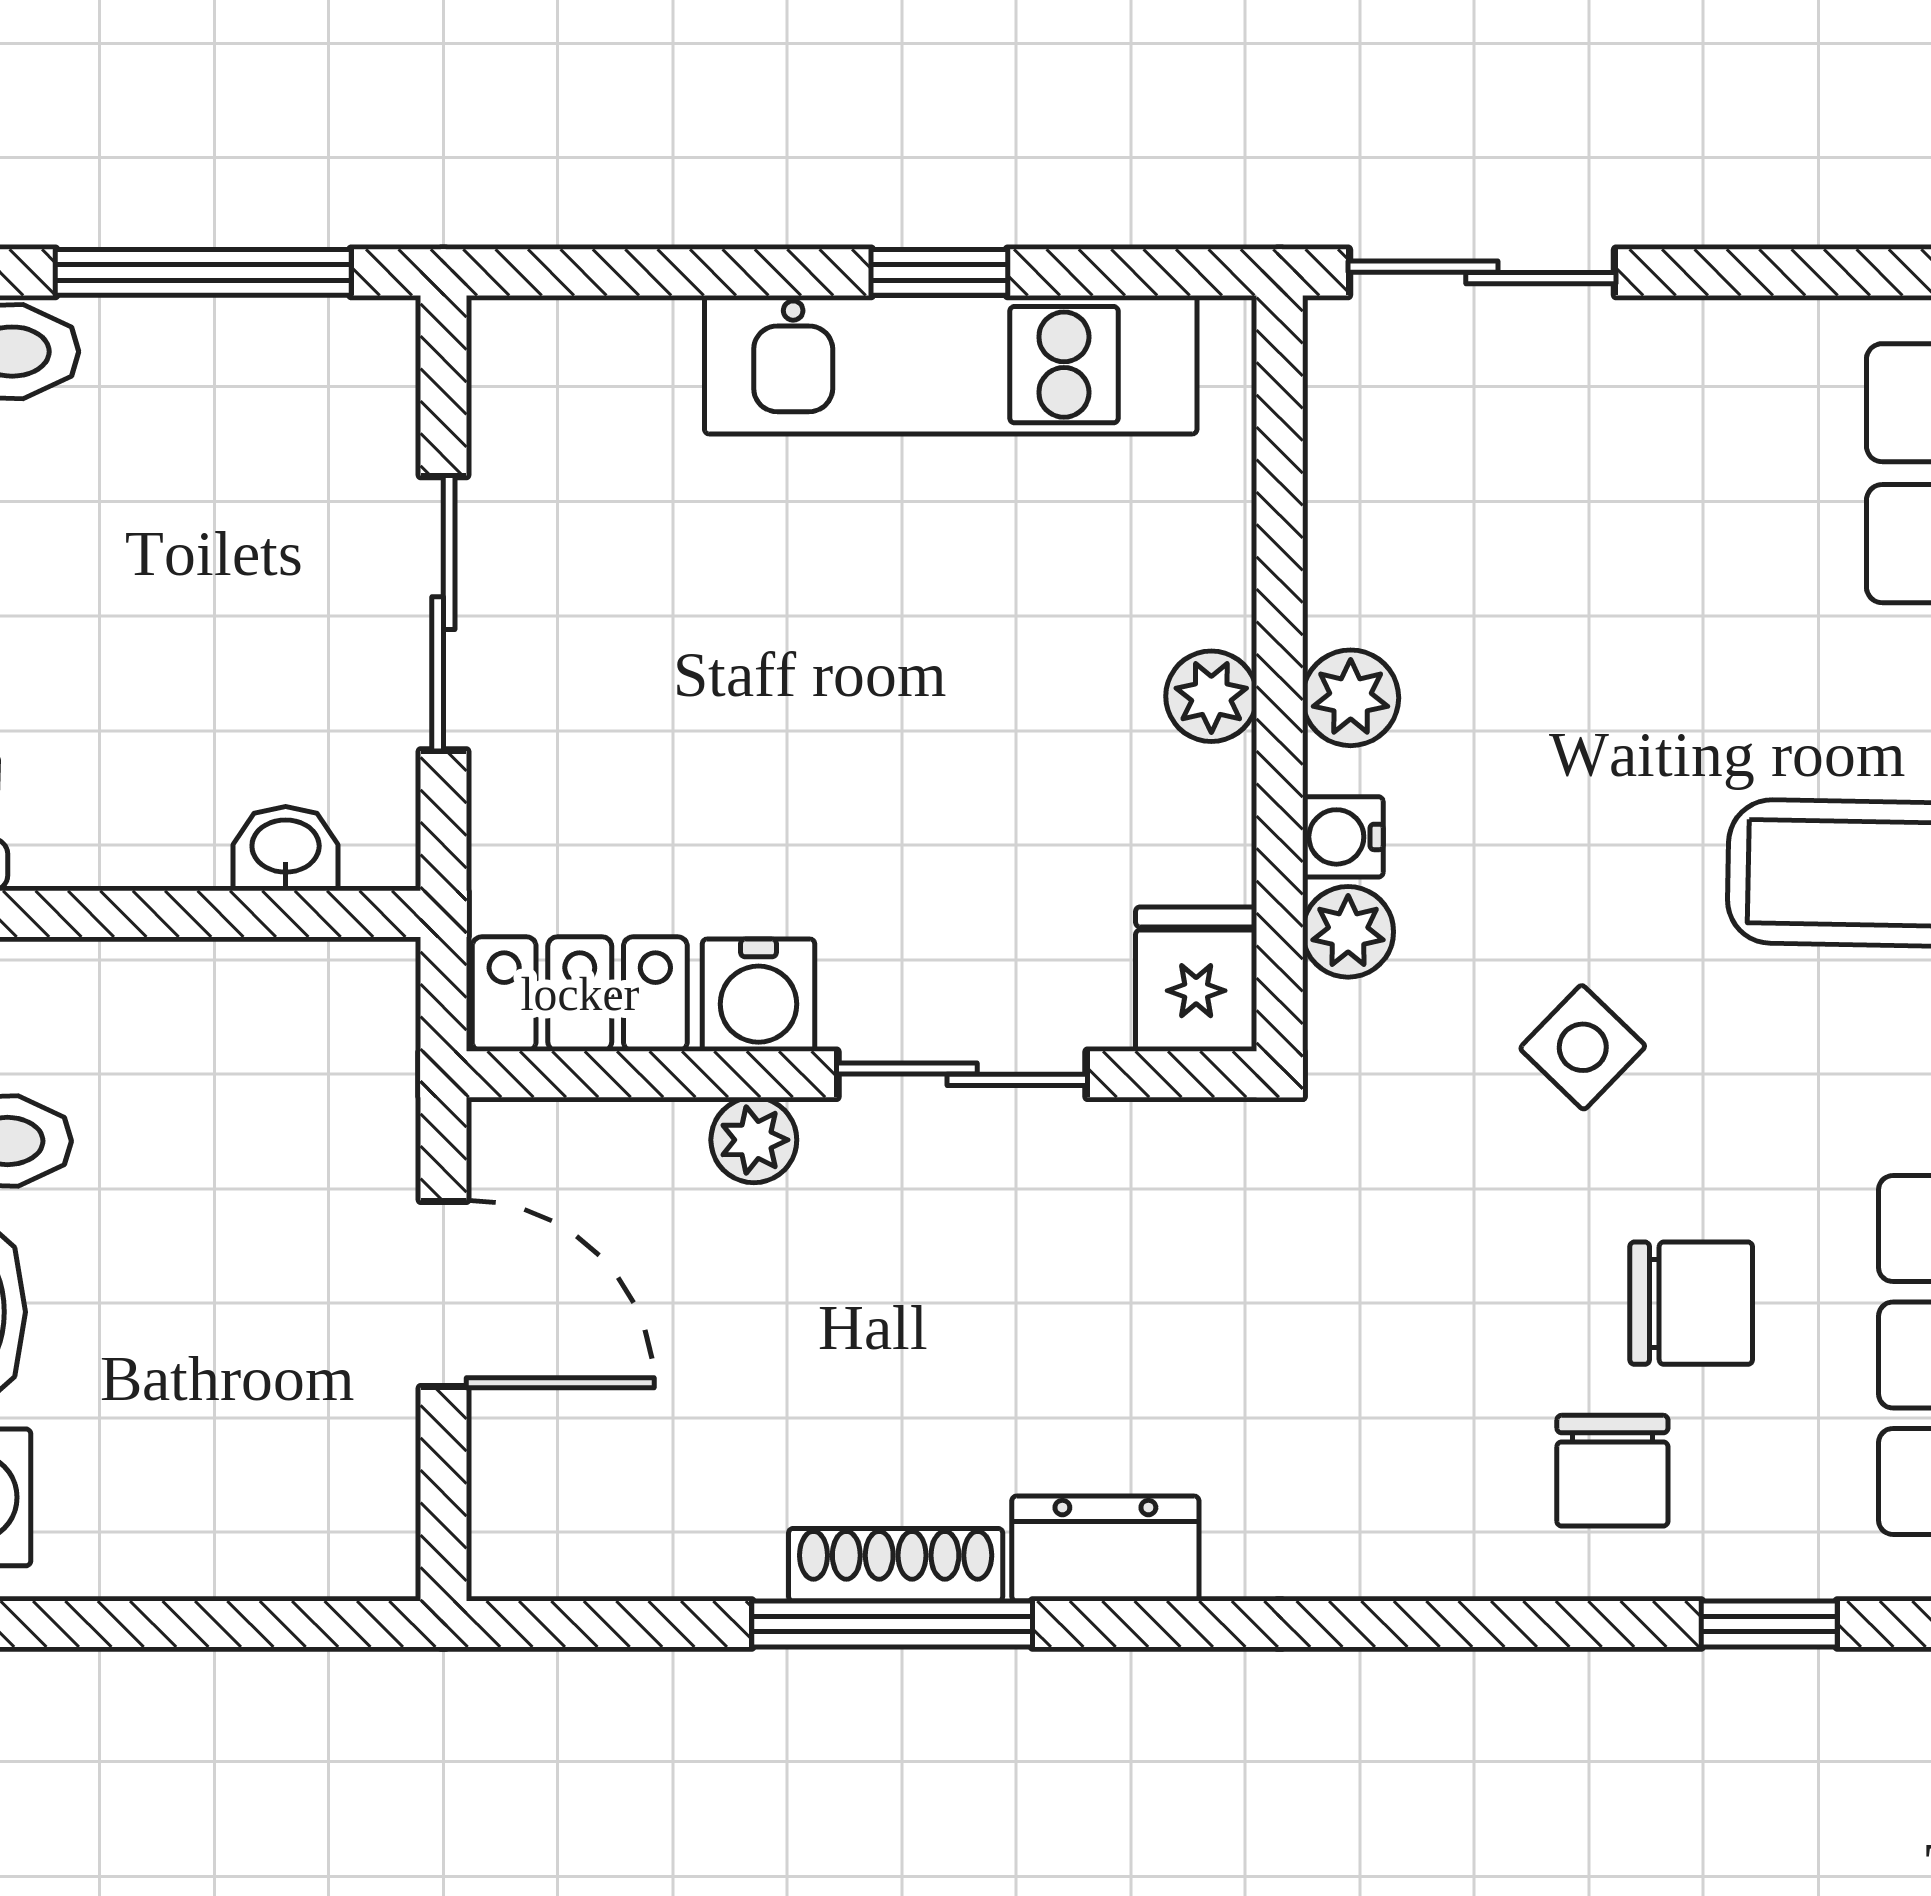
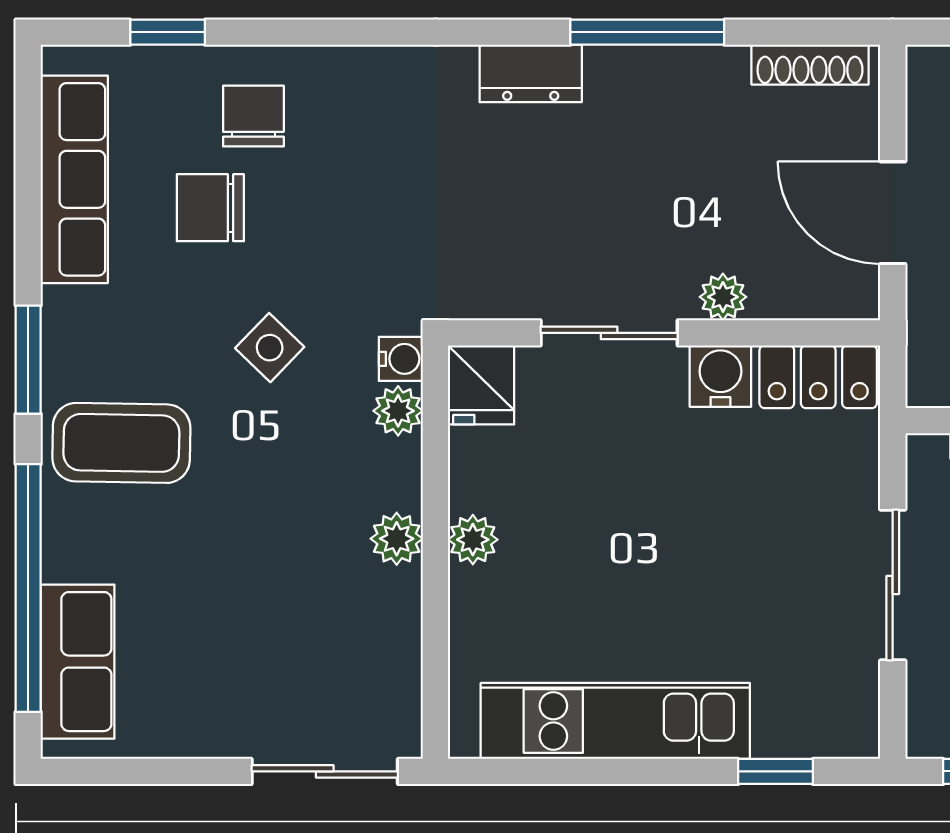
window: (939, 272) -> (776, 771), moved
water cooler: (1343, 837) -> (401, 359), moved
shoe rack: (896, 1565) -> (810, 65), moved

